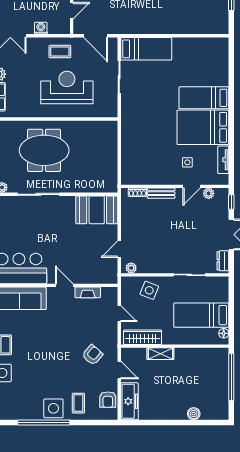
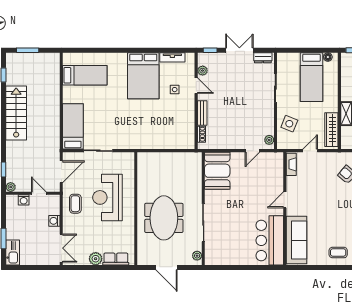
bed: (204, 98) -> (85, 75), moved, turned -90
door: (119, 249) -> (252, 151), hinge flipped
fireplace: (88, 292) -> (291, 164), moved

